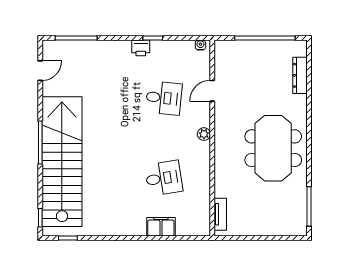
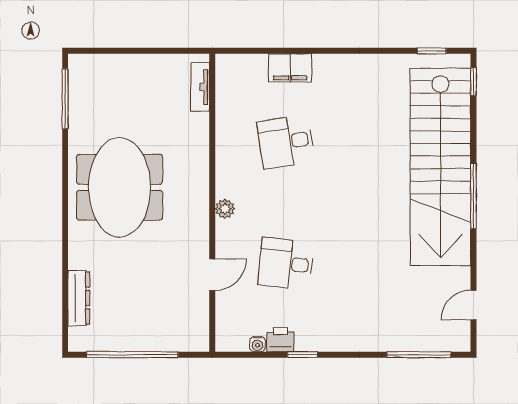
water cooler: (200, 45) -> (257, 344), moved
printer: (141, 48) -> (280, 340), moved

